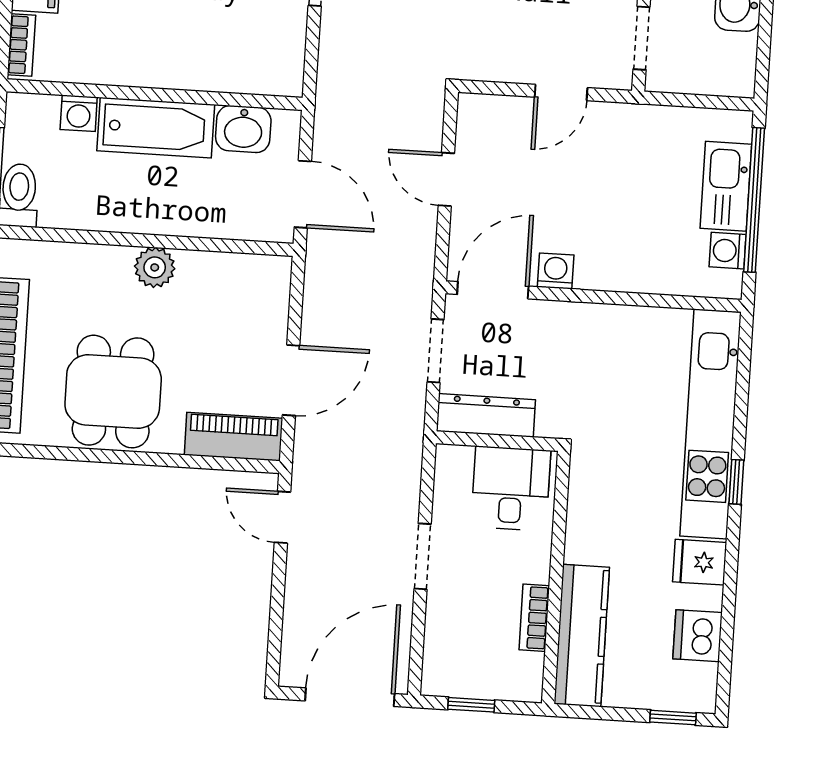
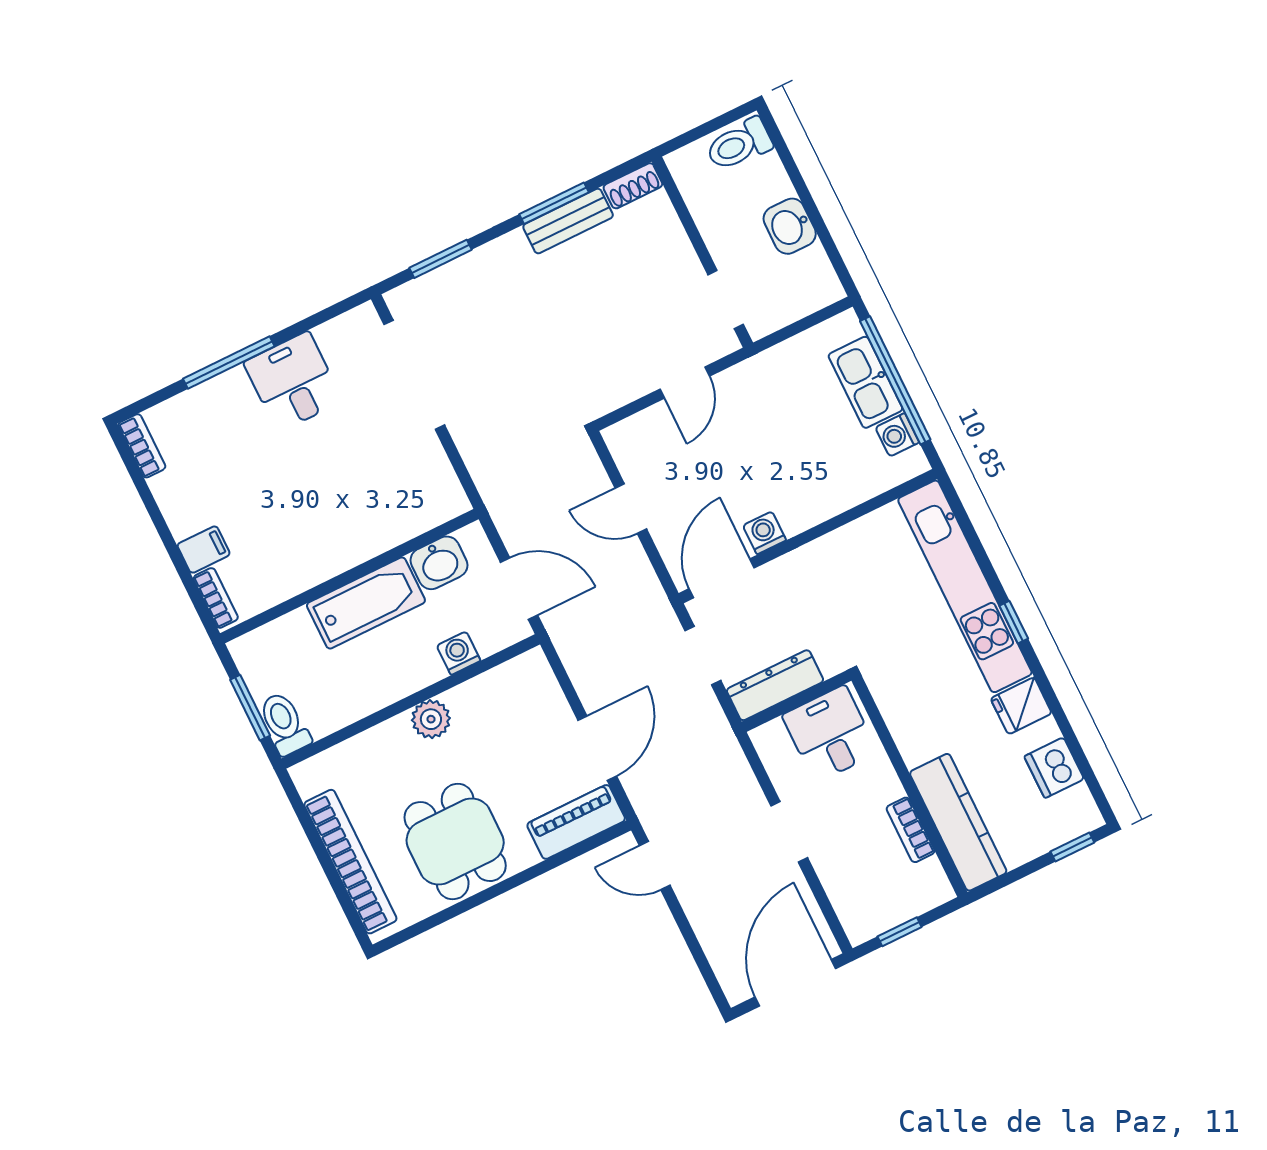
washing machine: (79, 113) -> (459, 653), moved, turned 180

